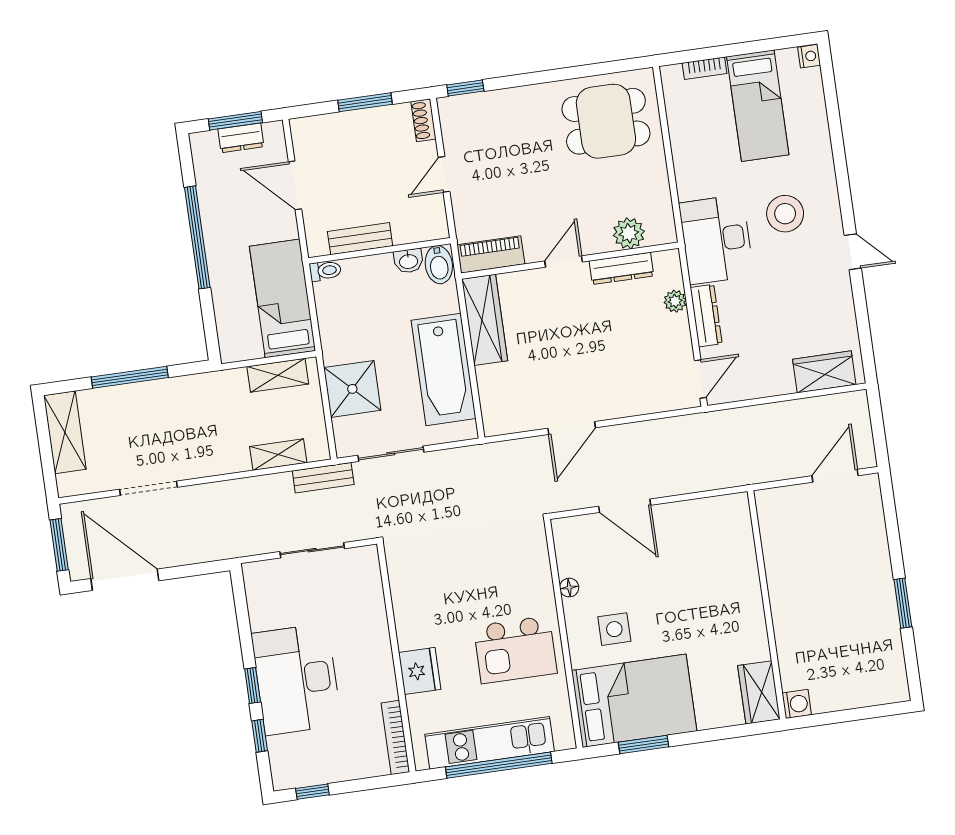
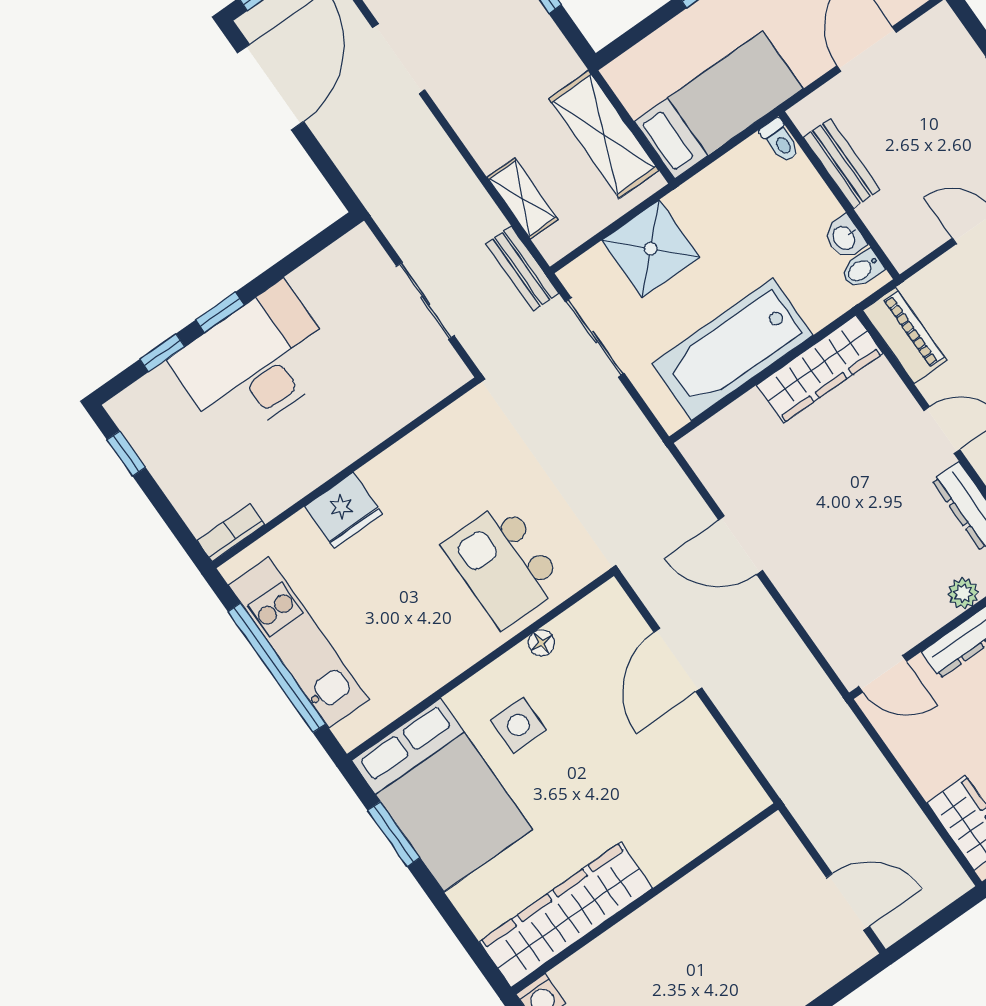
bidet: (439, 265) -> (862, 269), width x0.72, depth x0.74
shelving: (278, 375) -> (604, 134), width x1.50, depth x1.33
kitchen island: (515, 650) -> (503, 565), moved
wardrobe: (759, 692) -> (566, 915), width x2.10, depth x1.17
bookcase: (395, 737) -> (231, 533), width x0.64

